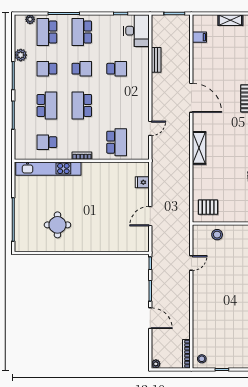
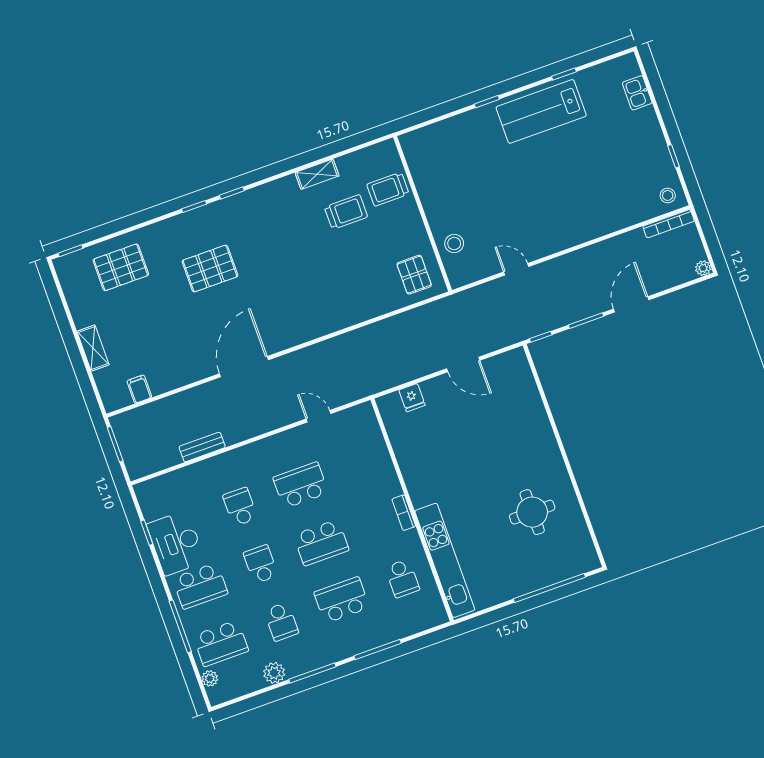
desk: (136, 31) -> (176, 543), moved, turned -90
school desk: (117, 142) -> (301, 485), moved
shelving: (199, 148) -> (322, 324), removed

